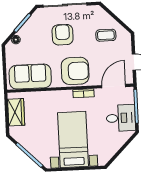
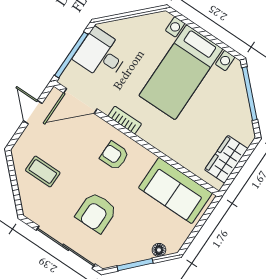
armchair: (75, 71) -> (114, 156), width x0.53, depth x0.53

